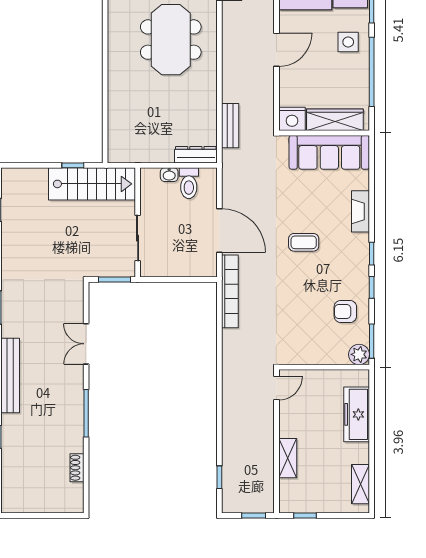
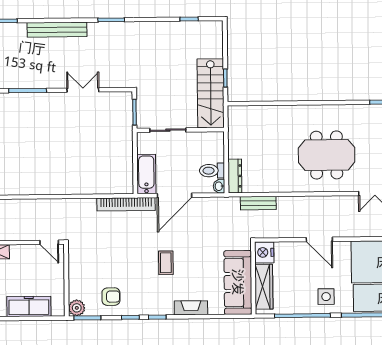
washbasin: (169, 175) -> (219, 186), moved
bathtub: (192, 266) -> (146, 174), added
armchair: (345, 311) -> (111, 297), turned 90

